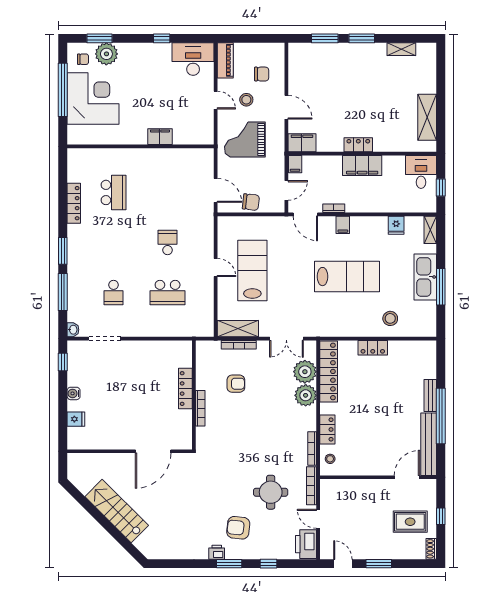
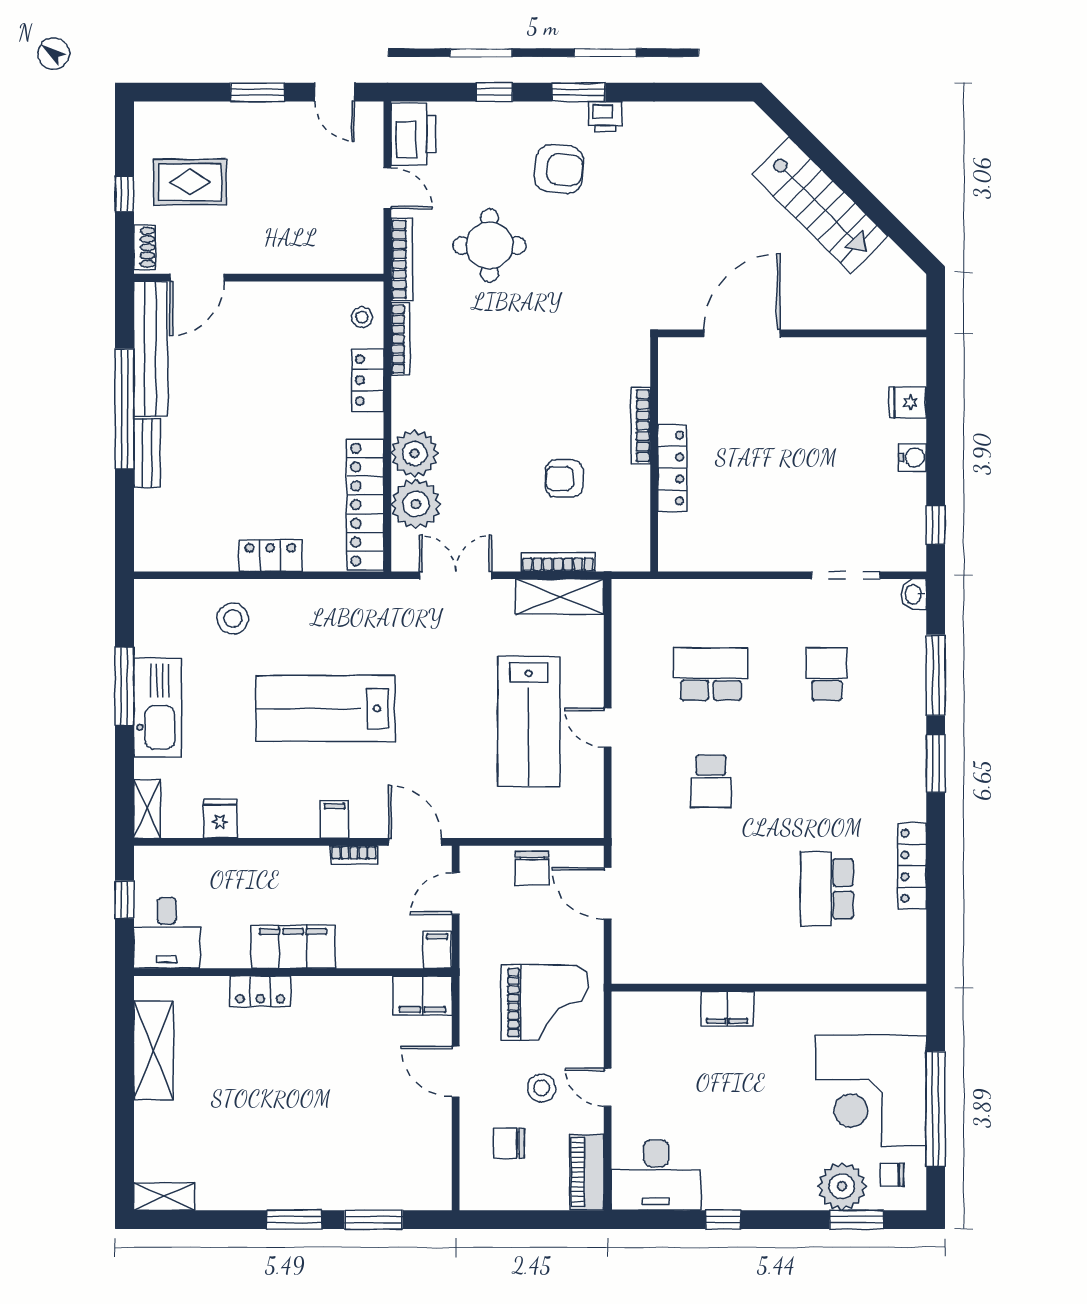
shelving: (401, 49) -> (164, 1197), moved
locker: (358, 145) -> (260, 991), moved
chair: (251, 202) -> (532, 868), turned -96
shoe rack: (431, 549) -> (145, 247), moved

